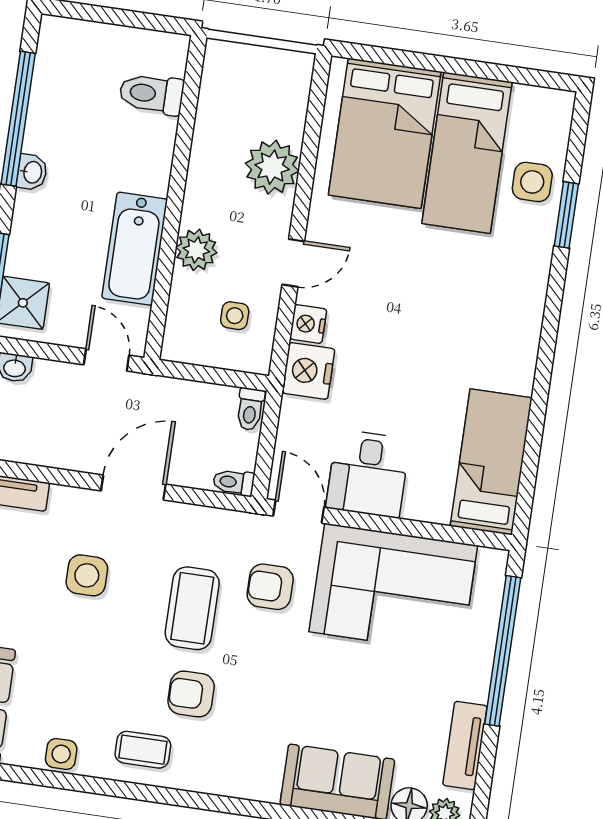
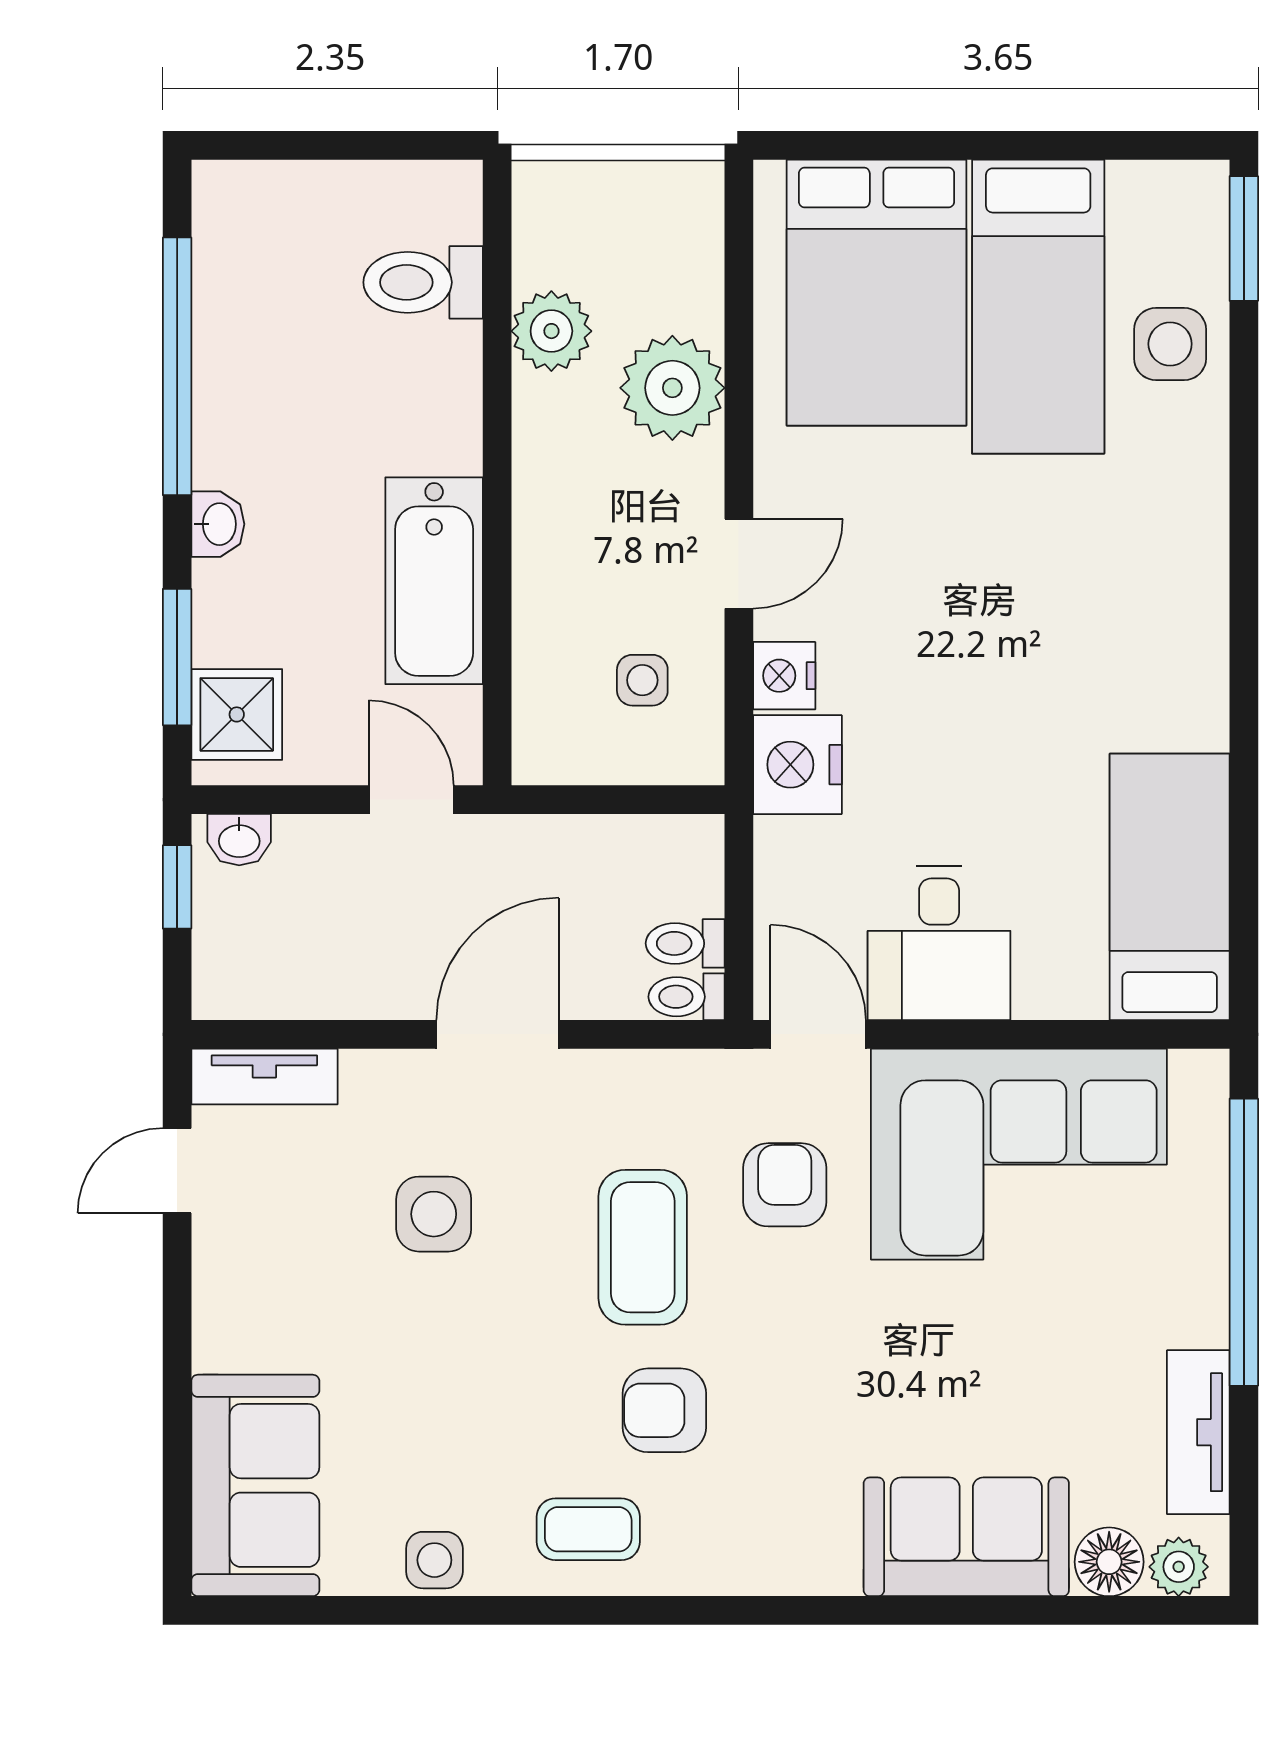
washbasin: (32, 172) -> (218, 524), moved
window: (566, 215) -> (1244, 239), moved
plant: (196, 250) -> (551, 331), moved
toilet: (250, 409) -> (685, 943), moved, turned 90
armchair: (270, 587) -> (785, 1185), turned 90

